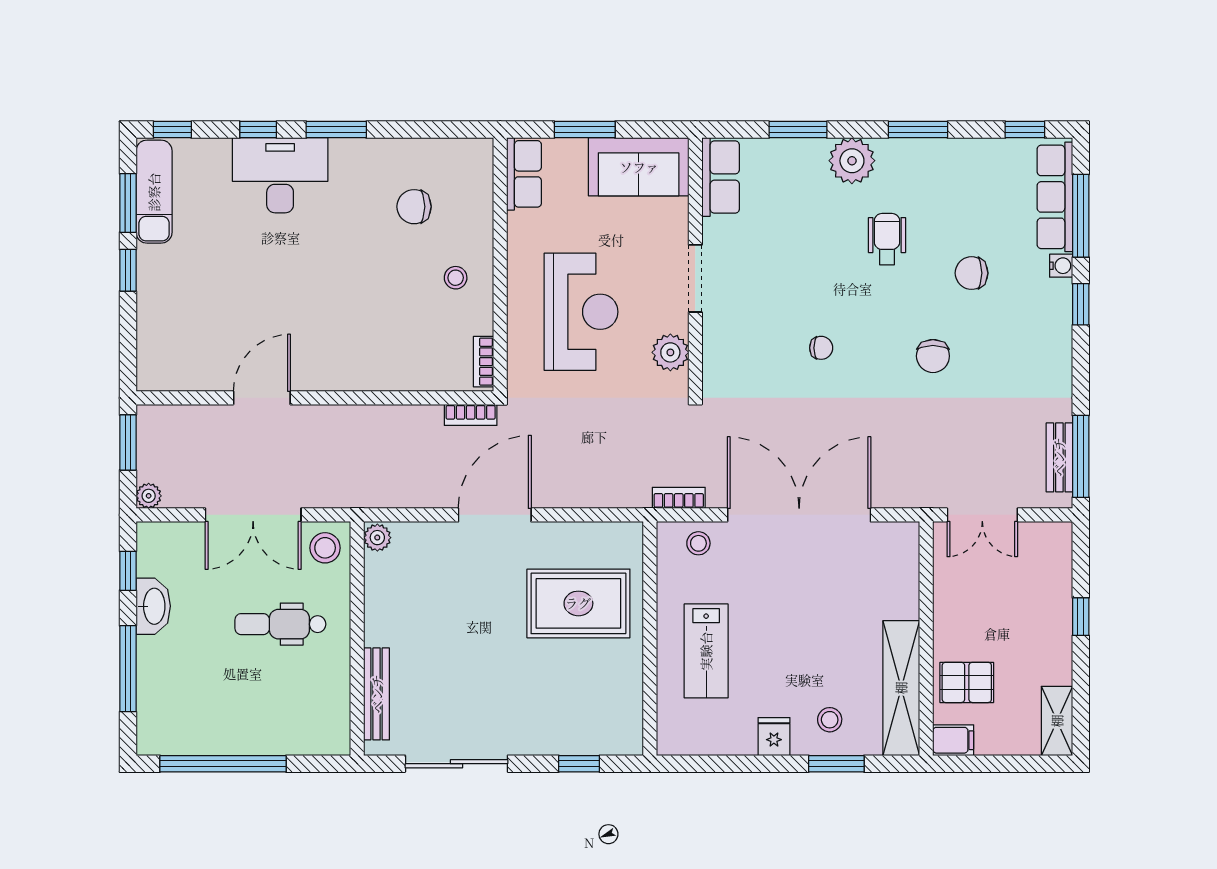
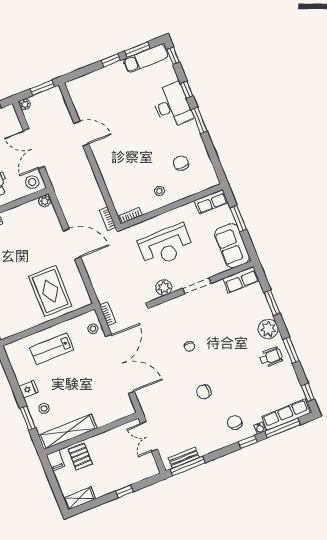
wheelchair: (887, 239) -> (271, 357), moved
chair: (972, 273) -> (235, 422), moved

